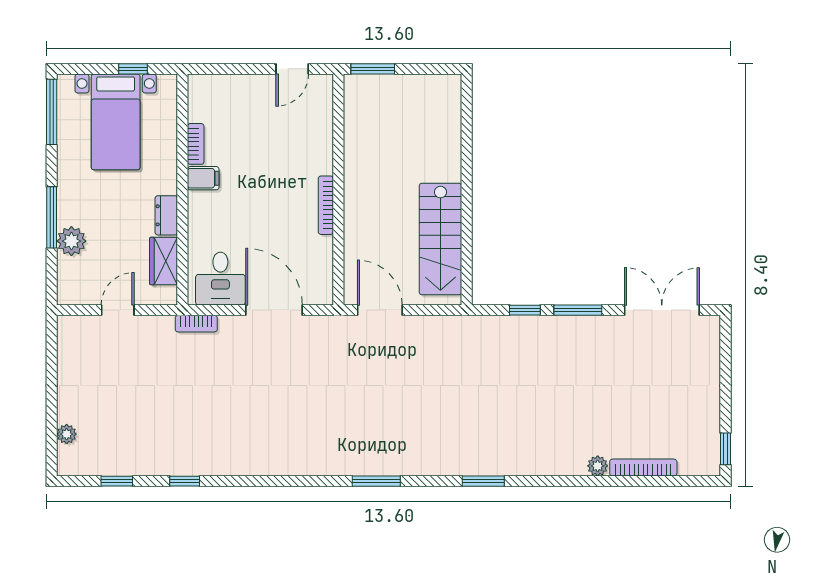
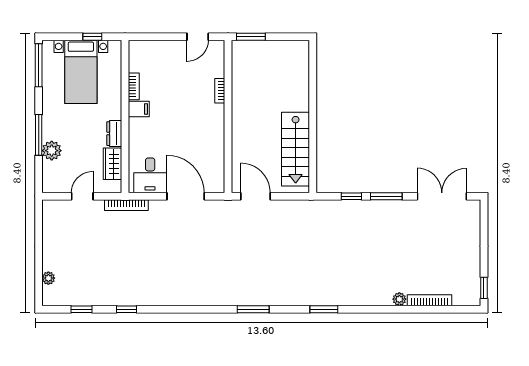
bookcase: (326, 205) -> (220, 91), moved, width x0.64
bookcase: (196, 324) -> (126, 205), width x1.56

